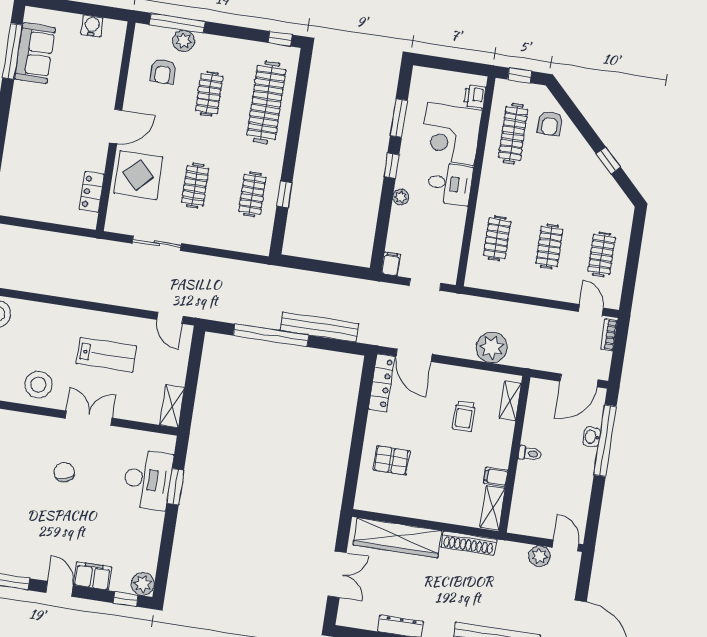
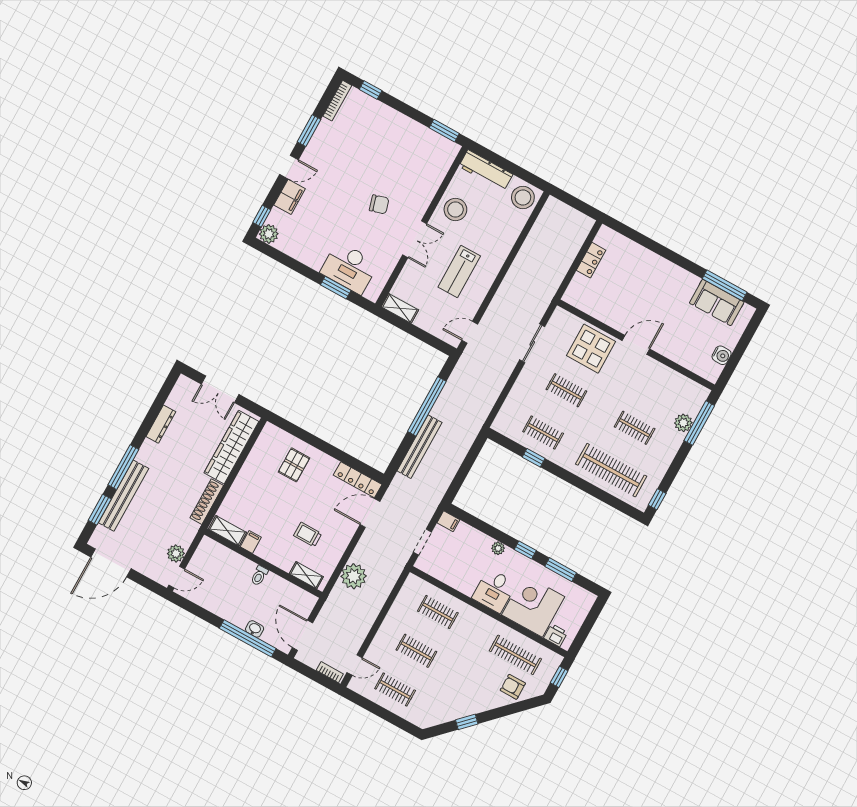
armchair: (163, 71) -> (665, 398), removed
door: (116, 126) -> (636, 345), swing flipped
locker: (92, 192) -> (591, 260), moved, turned 90

